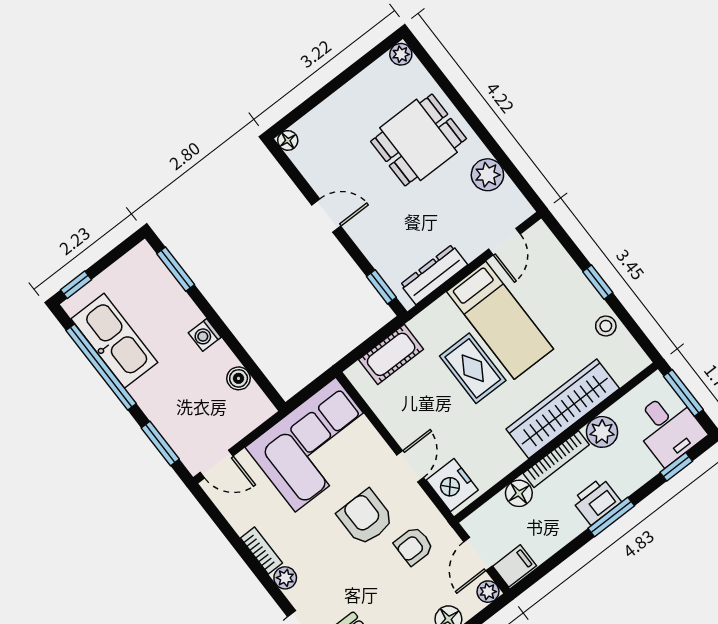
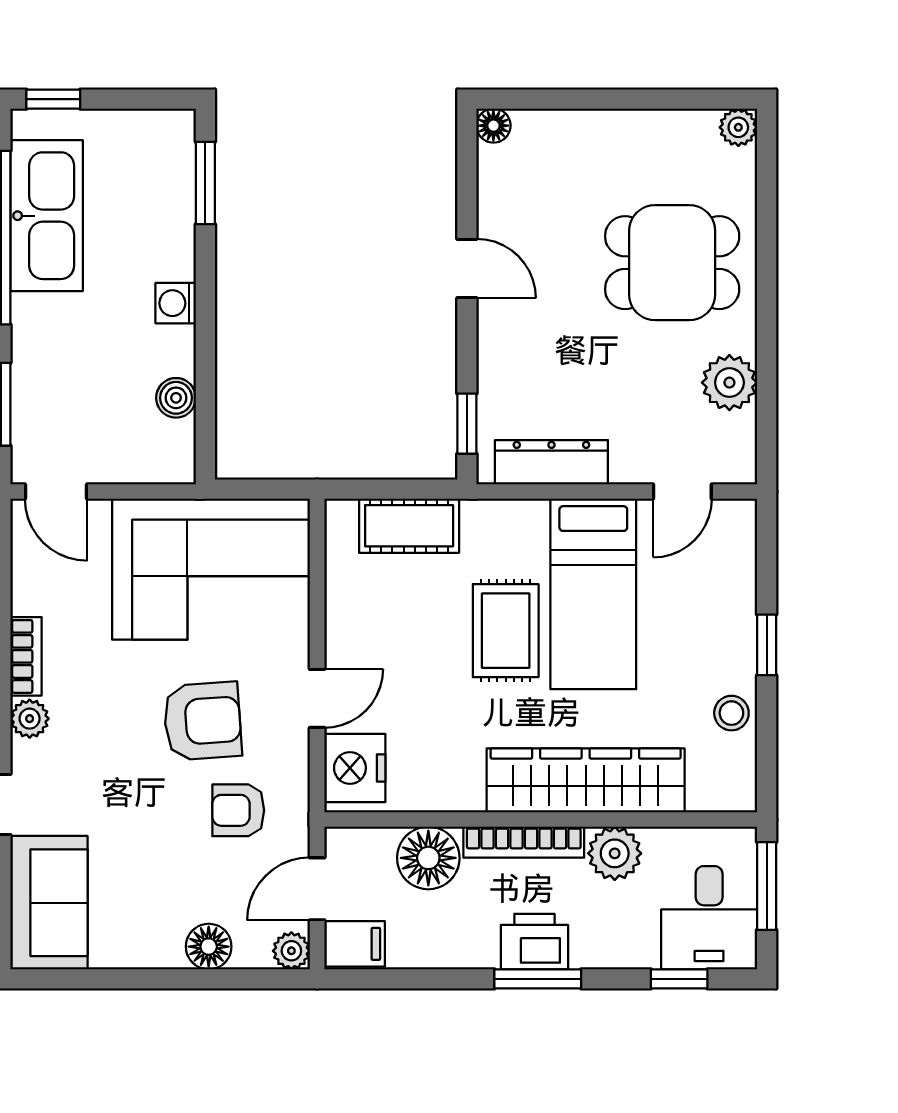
floor lamp: (519, 493) -> (428, 858), width x1.38, depth x1.38
armchair: (366, 518) -> (202, 721), turned 86

